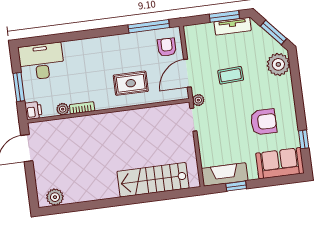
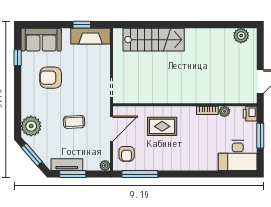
plant: (198, 100) -> (105, 165), moved

